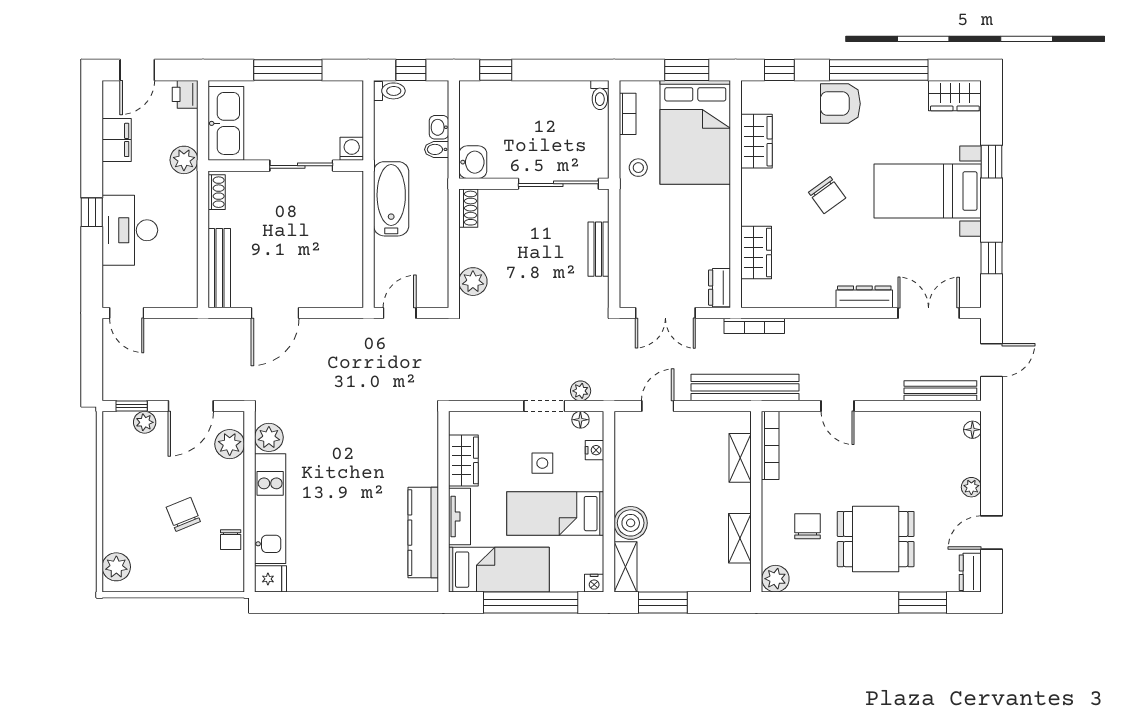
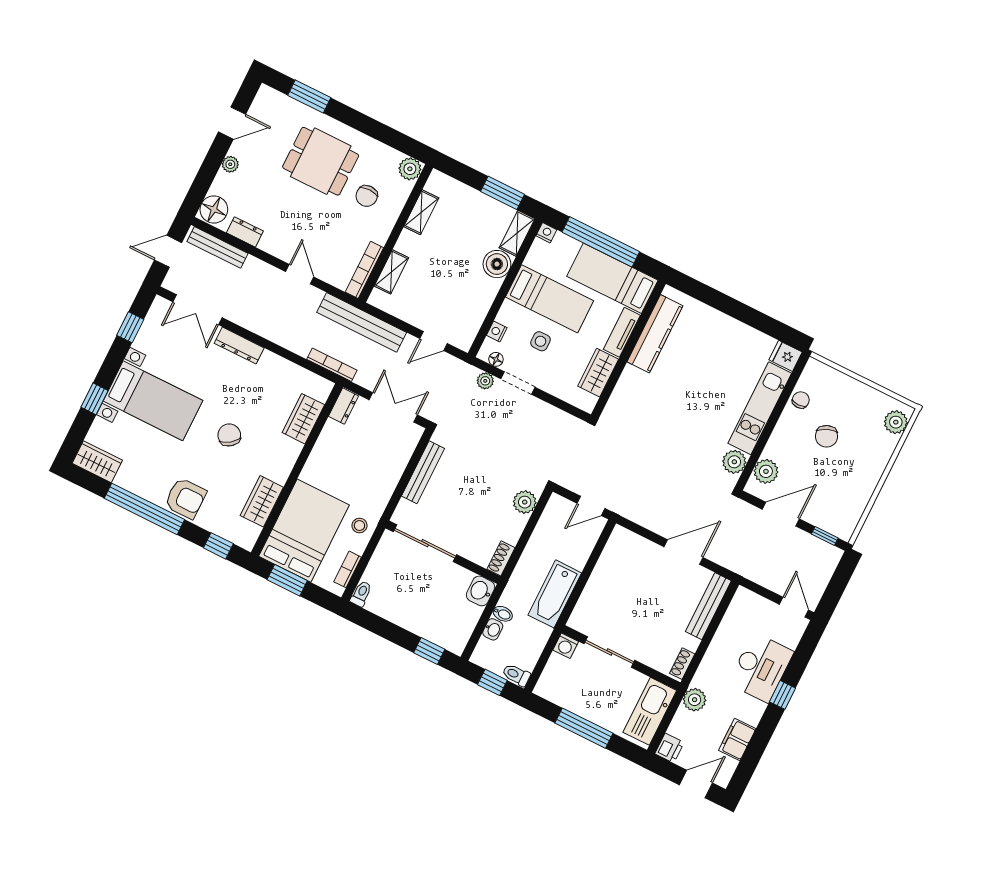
bench: (598, 249) -> (423, 472), width x1.36
plant: (145, 422) -> (821, 519), removed
floor lamp: (972, 430) -> (214, 209), width x1.89, depth x1.89
dresser: (970, 573) -> (245, 232), moved, turned -90

